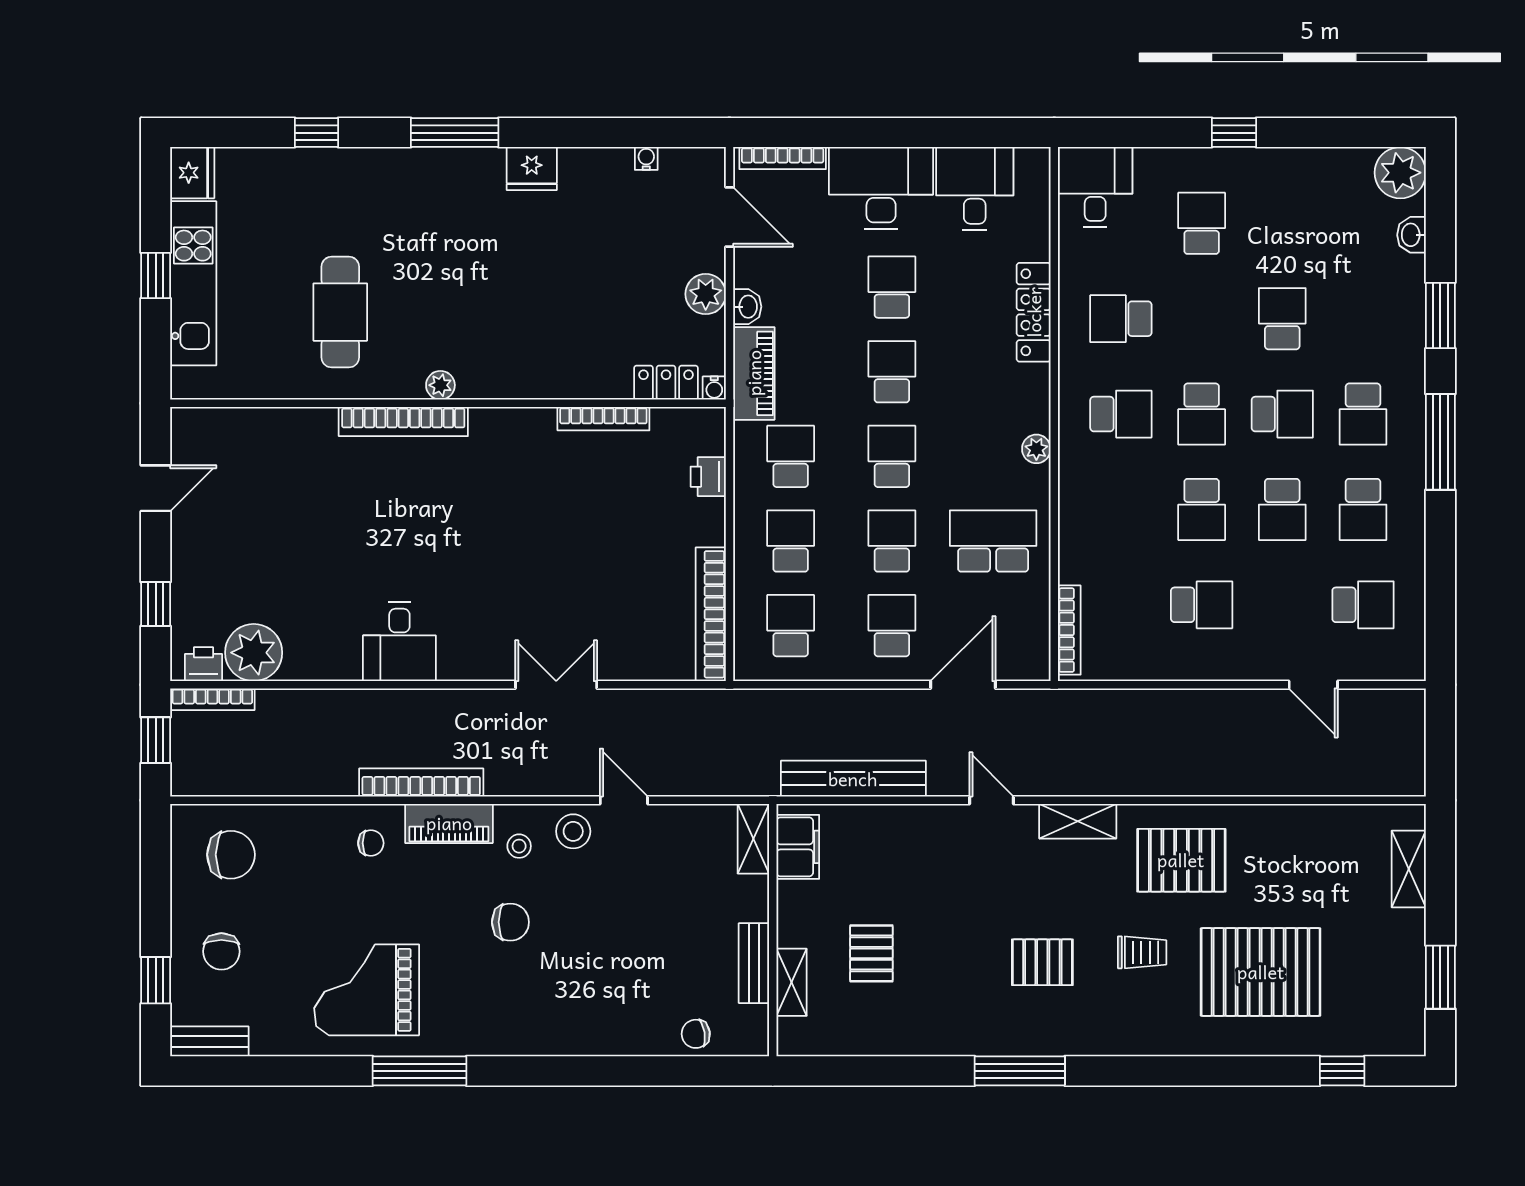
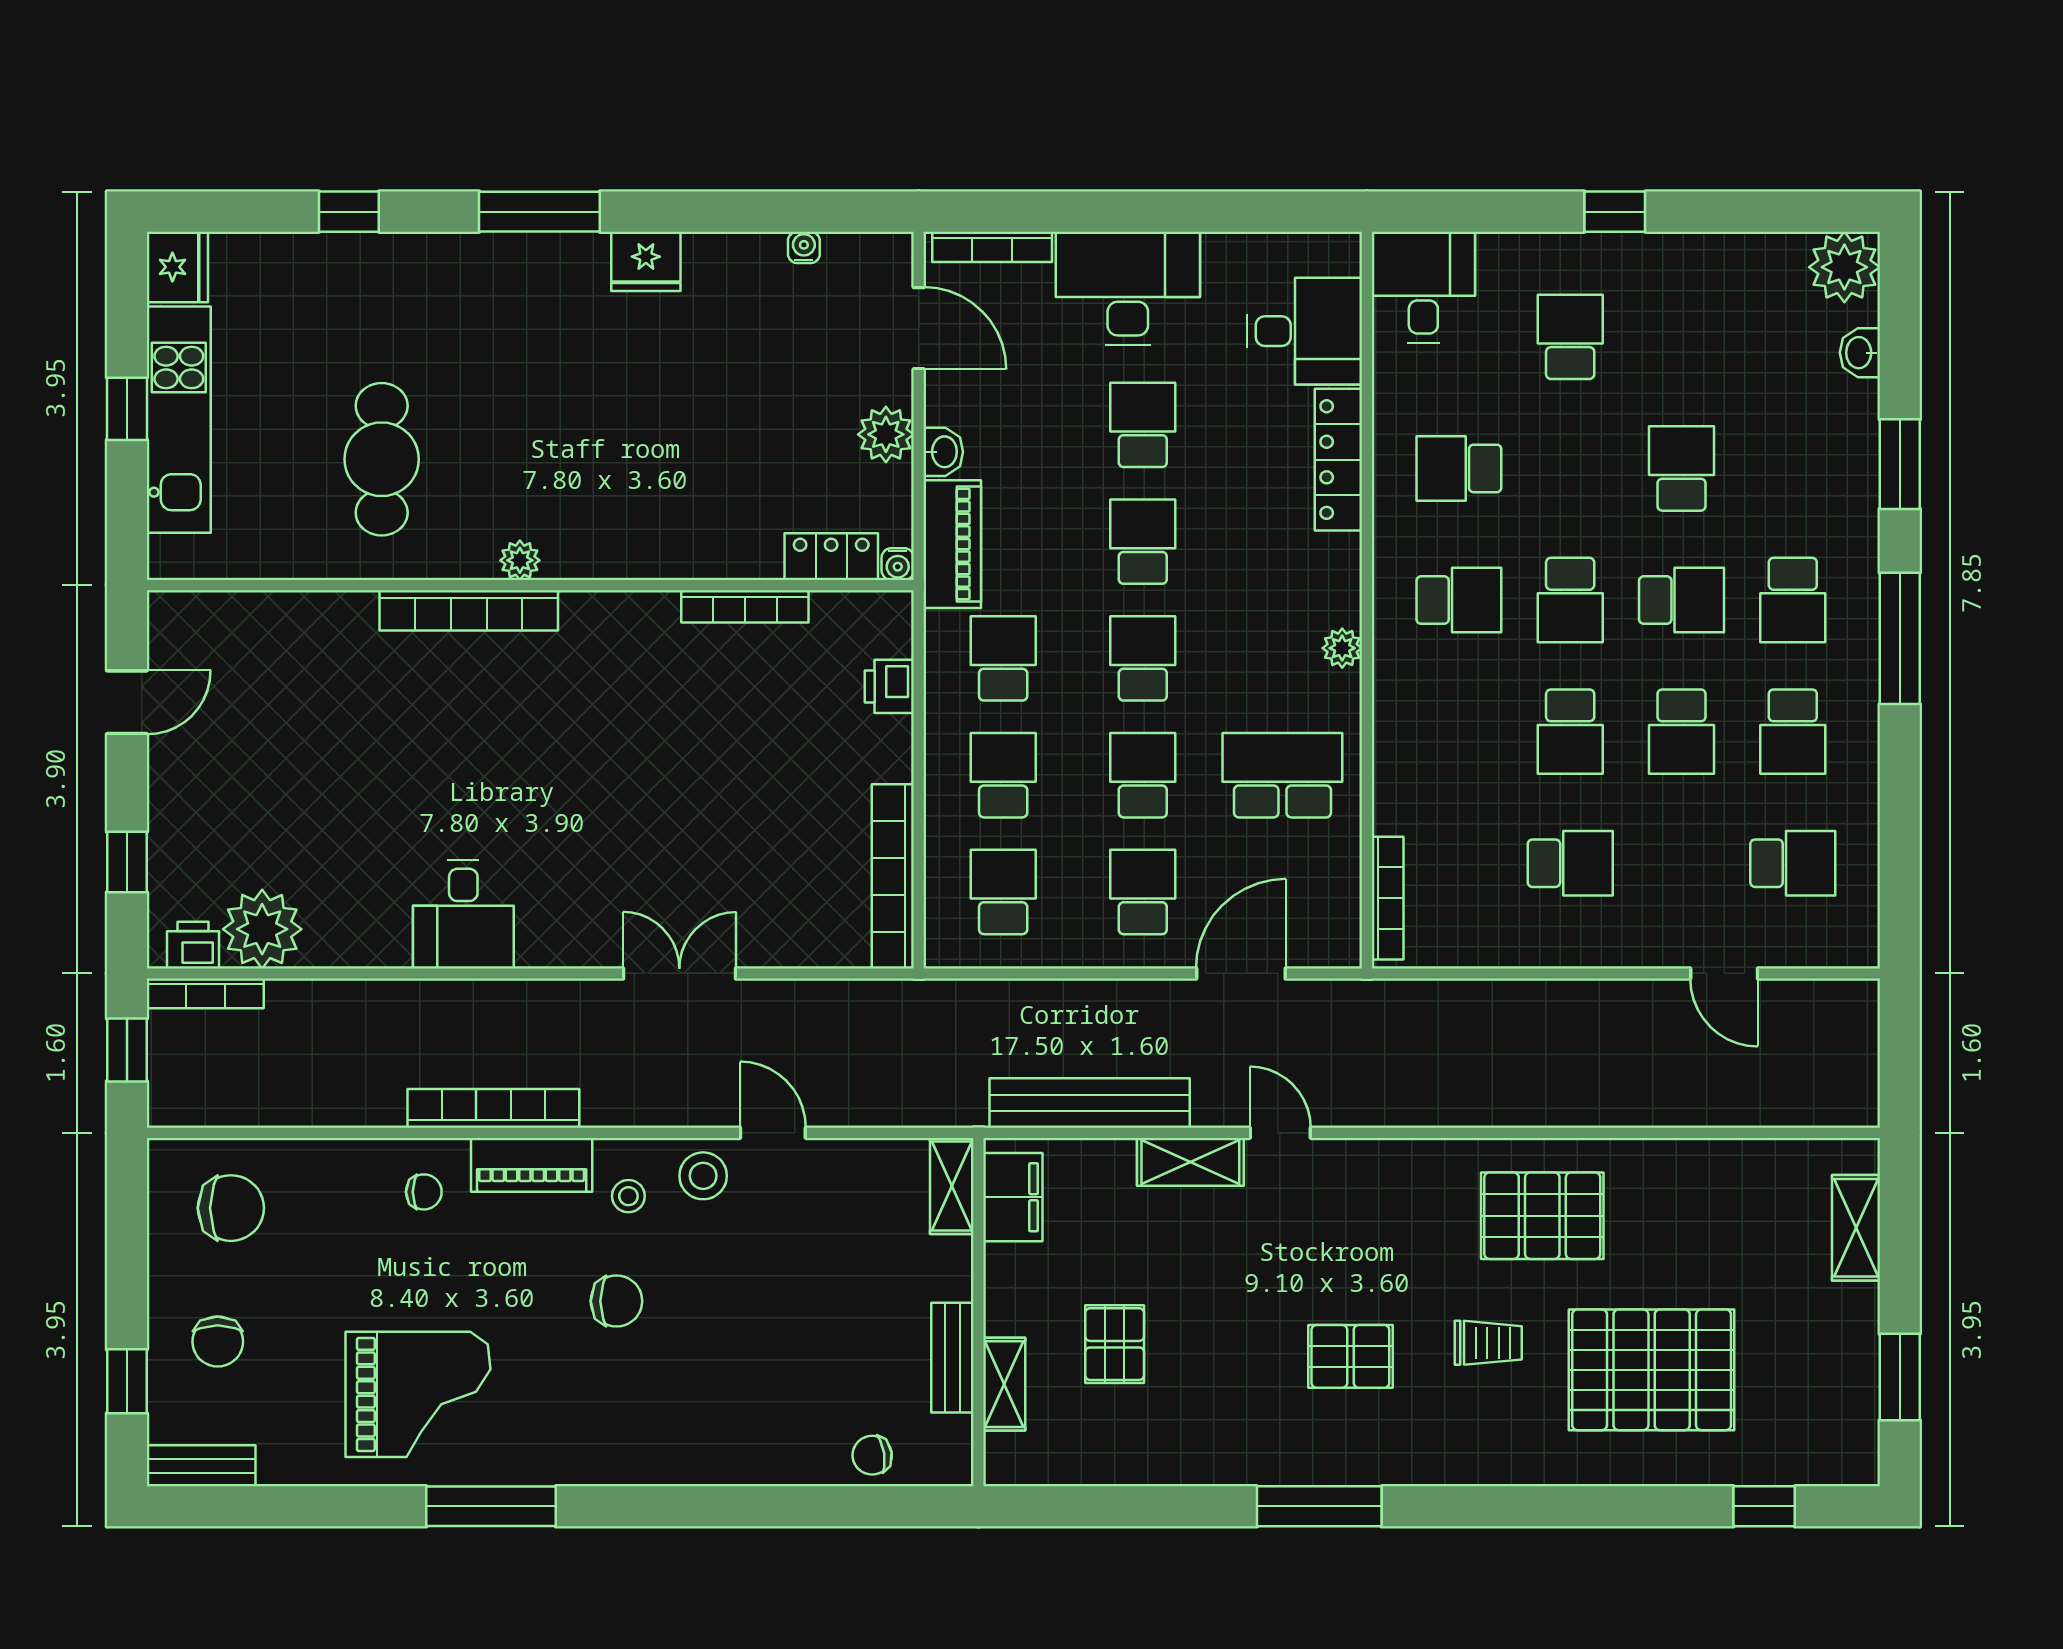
desk: (975, 189) -> (1304, 331), moved, turned 90
shelving: (1078, 821) -> (1190, 1162), moved
grand piano: (367, 990) -> (418, 1394), turned 180

